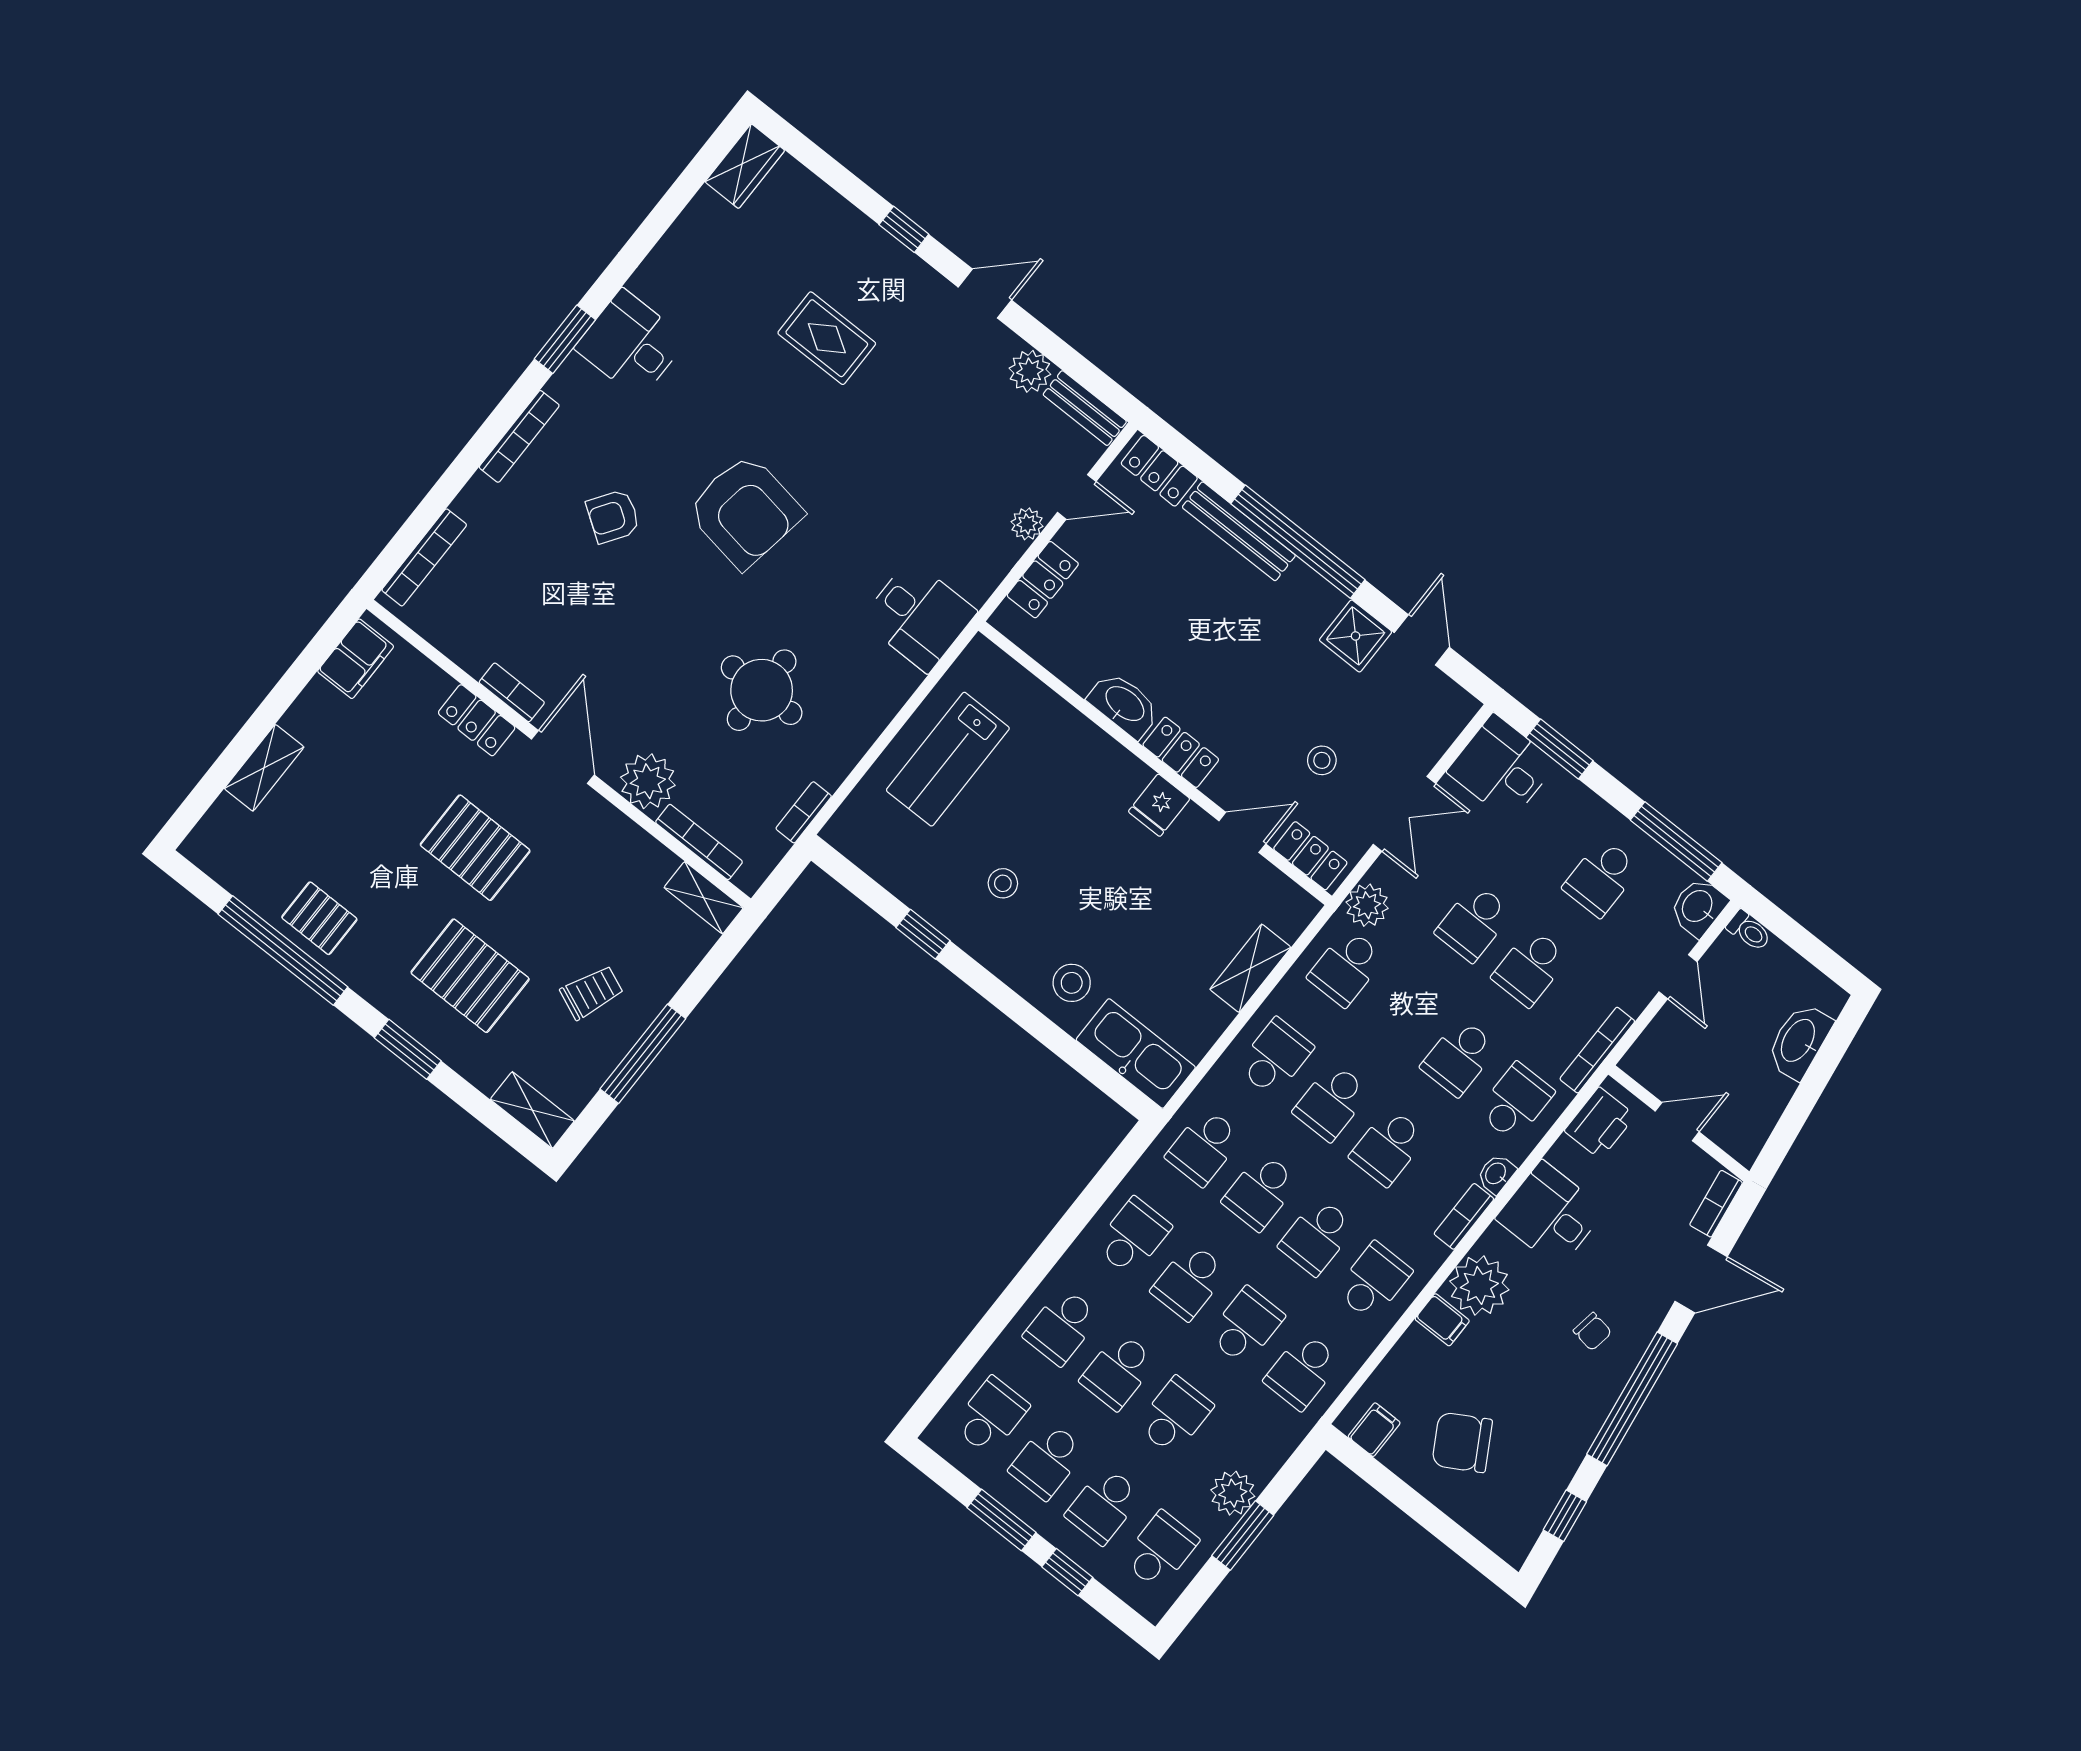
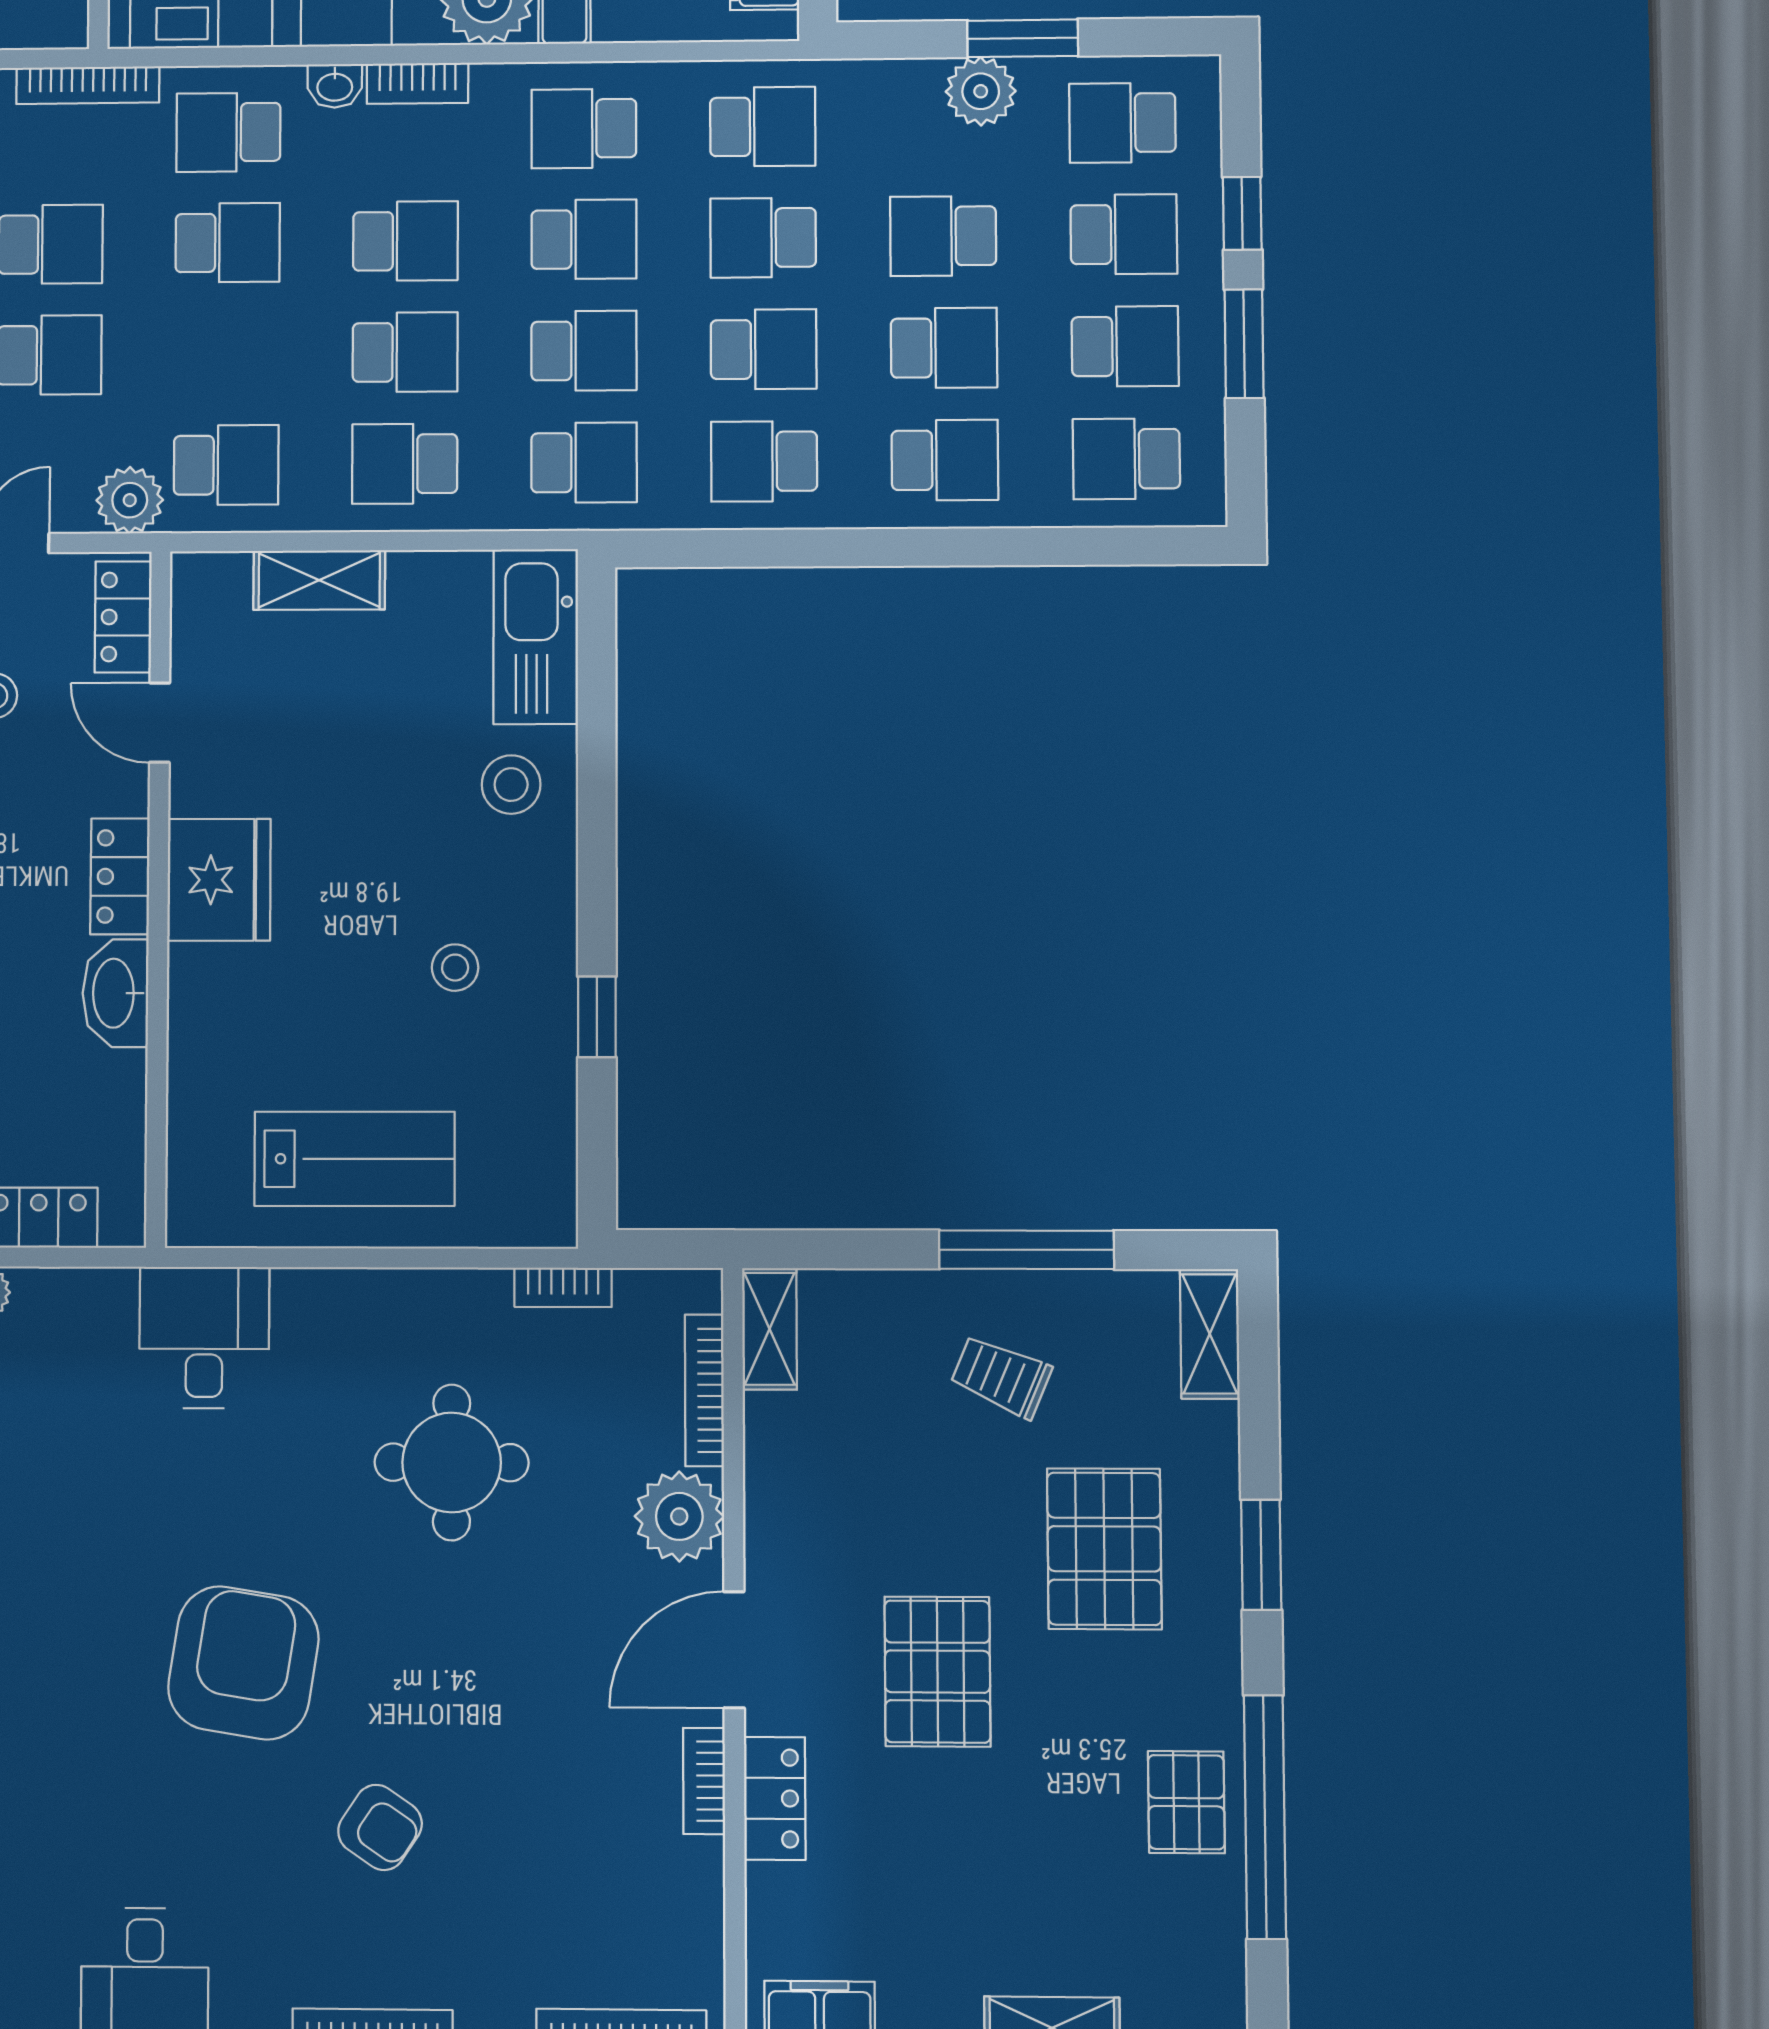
fridge: (1159, 805) -> (219, 880), width x1.88, depth x1.34

